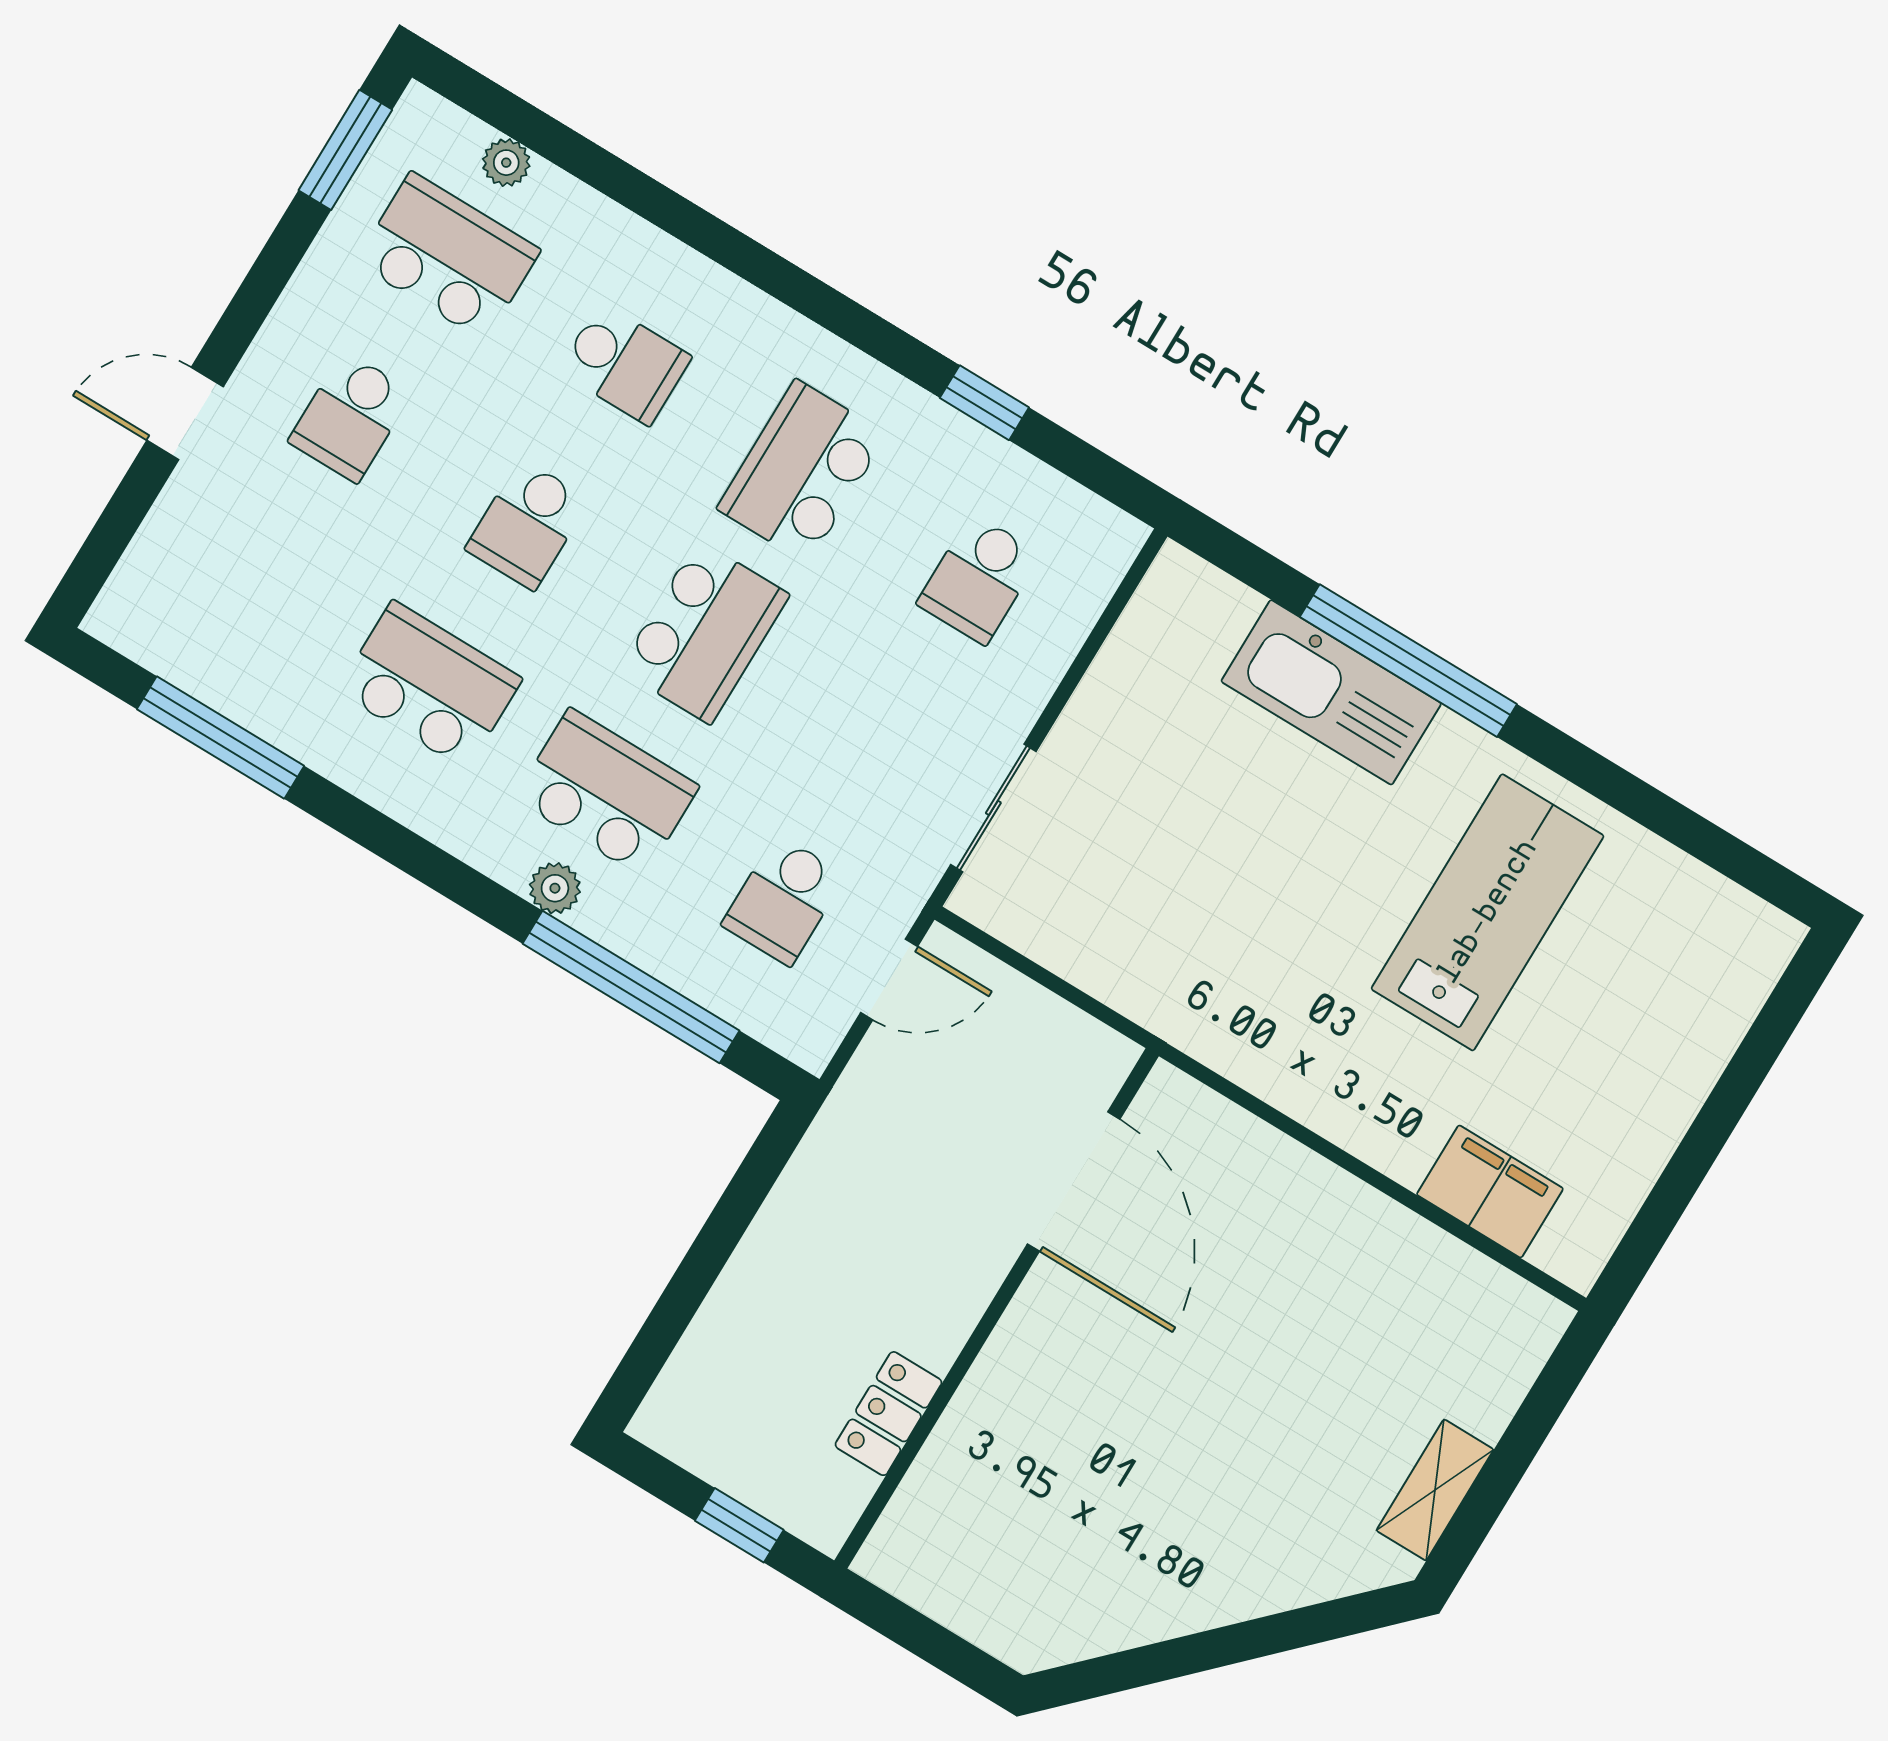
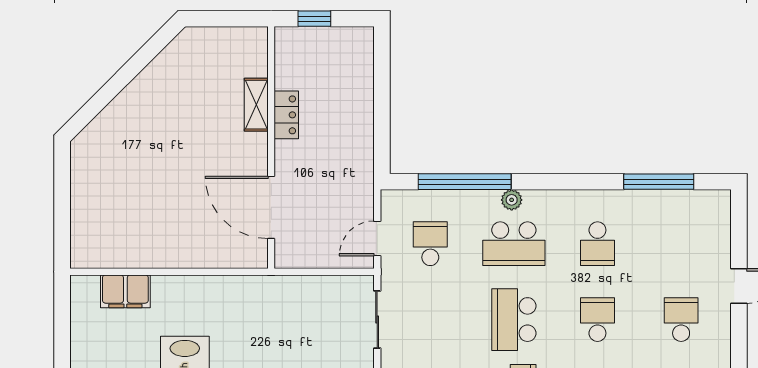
school desk: (430, 685) -> (597, 244), width x0.54
locker: (888, 1414) -> (286, 115), moved
shelving: (1435, 1490) -> (256, 105), moved

